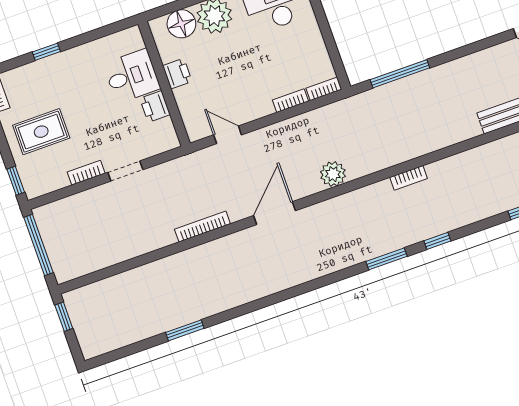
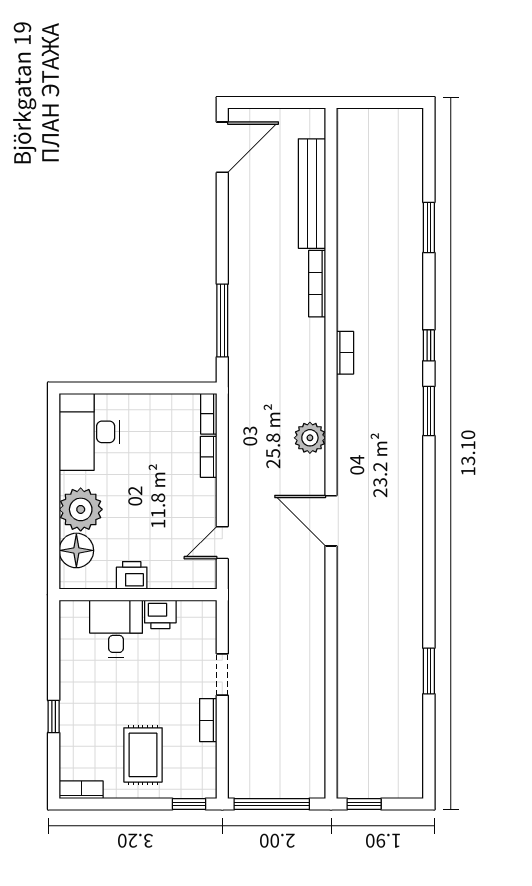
bookcase: (202, 226) -> (317, 284), moved

